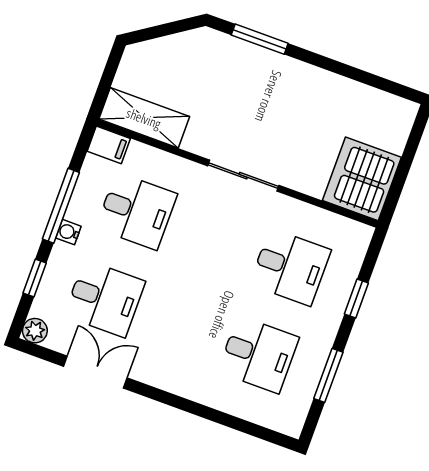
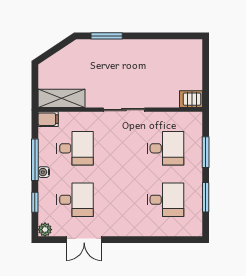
server rack: (362, 179) -> (191, 99), width x0.46, depth x0.70
window: (356, 299) -> (206, 152), width x1.50
double door: (95, 372) -> (84, 240), swing flipped

